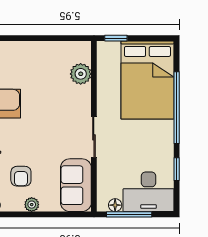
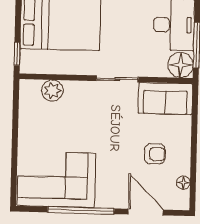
plant: (32, 205) -> (184, 144), removed
floor lamp: (115, 205) -> (181, 65), width x1.89, depth x1.89

